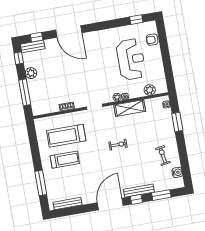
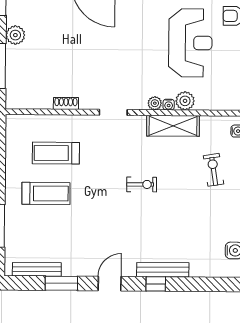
plant: (150, 90) -> (185, 101), moved
treadmill: (66, 136) -> (56, 153), width x0.73, depth x0.73
exercise bike: (163, 156) -> (214, 170), moved
window: (161, 195) -> (61, 283), moved
door: (110, 204) -> (110, 284), width x0.53

